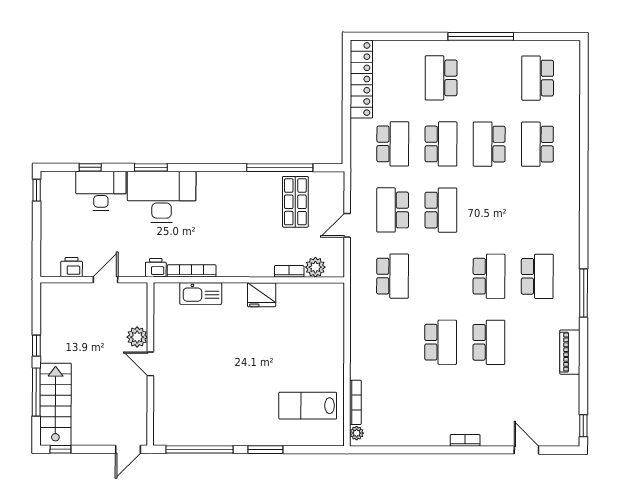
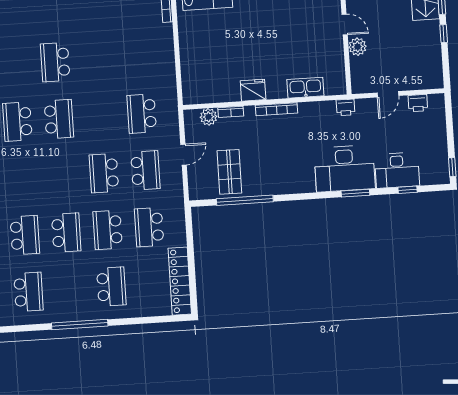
bookcase: (192, 271) -> (277, 109), moved
school desk: (489, 276) -> (59, 119), turned 180
school desk: (441, 342) -> (97, 60), removed

